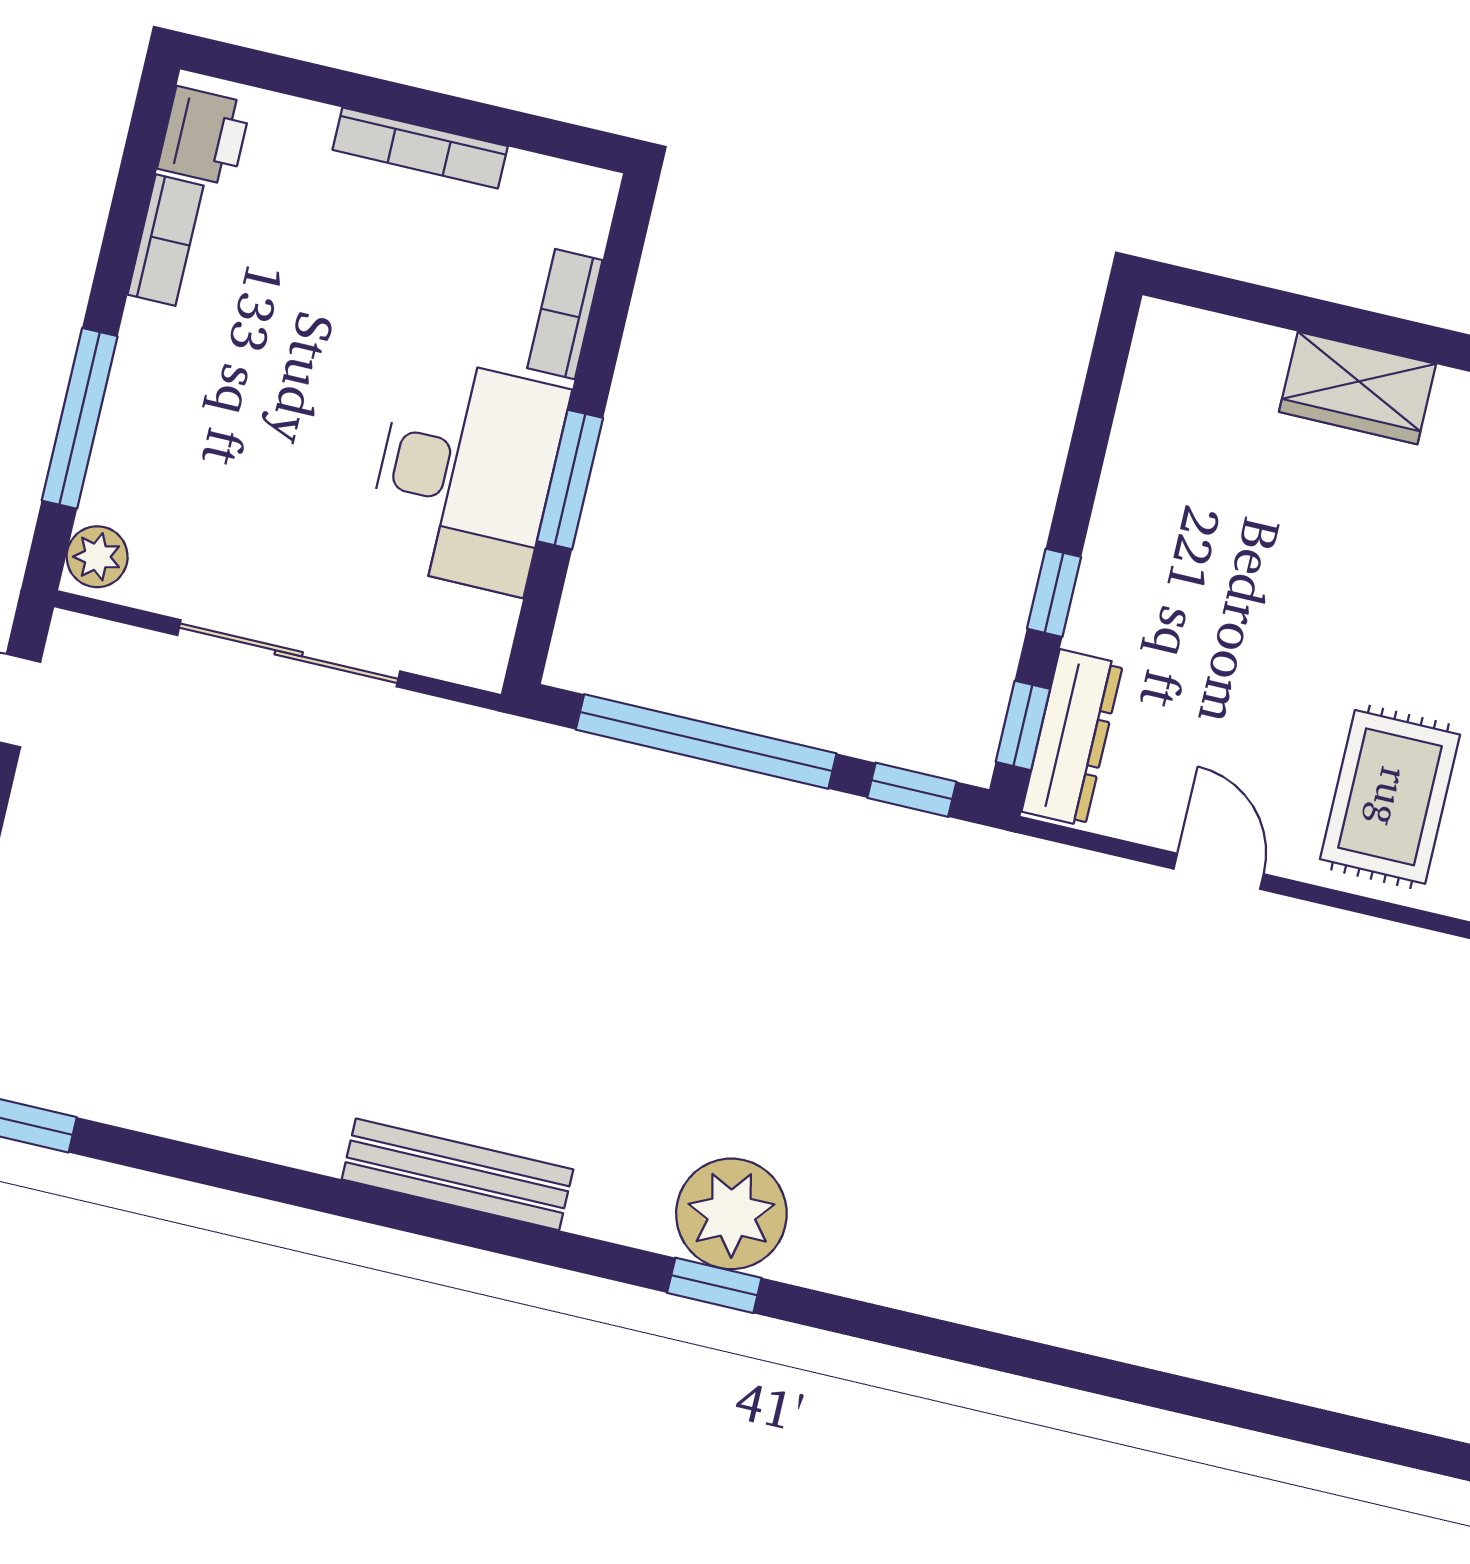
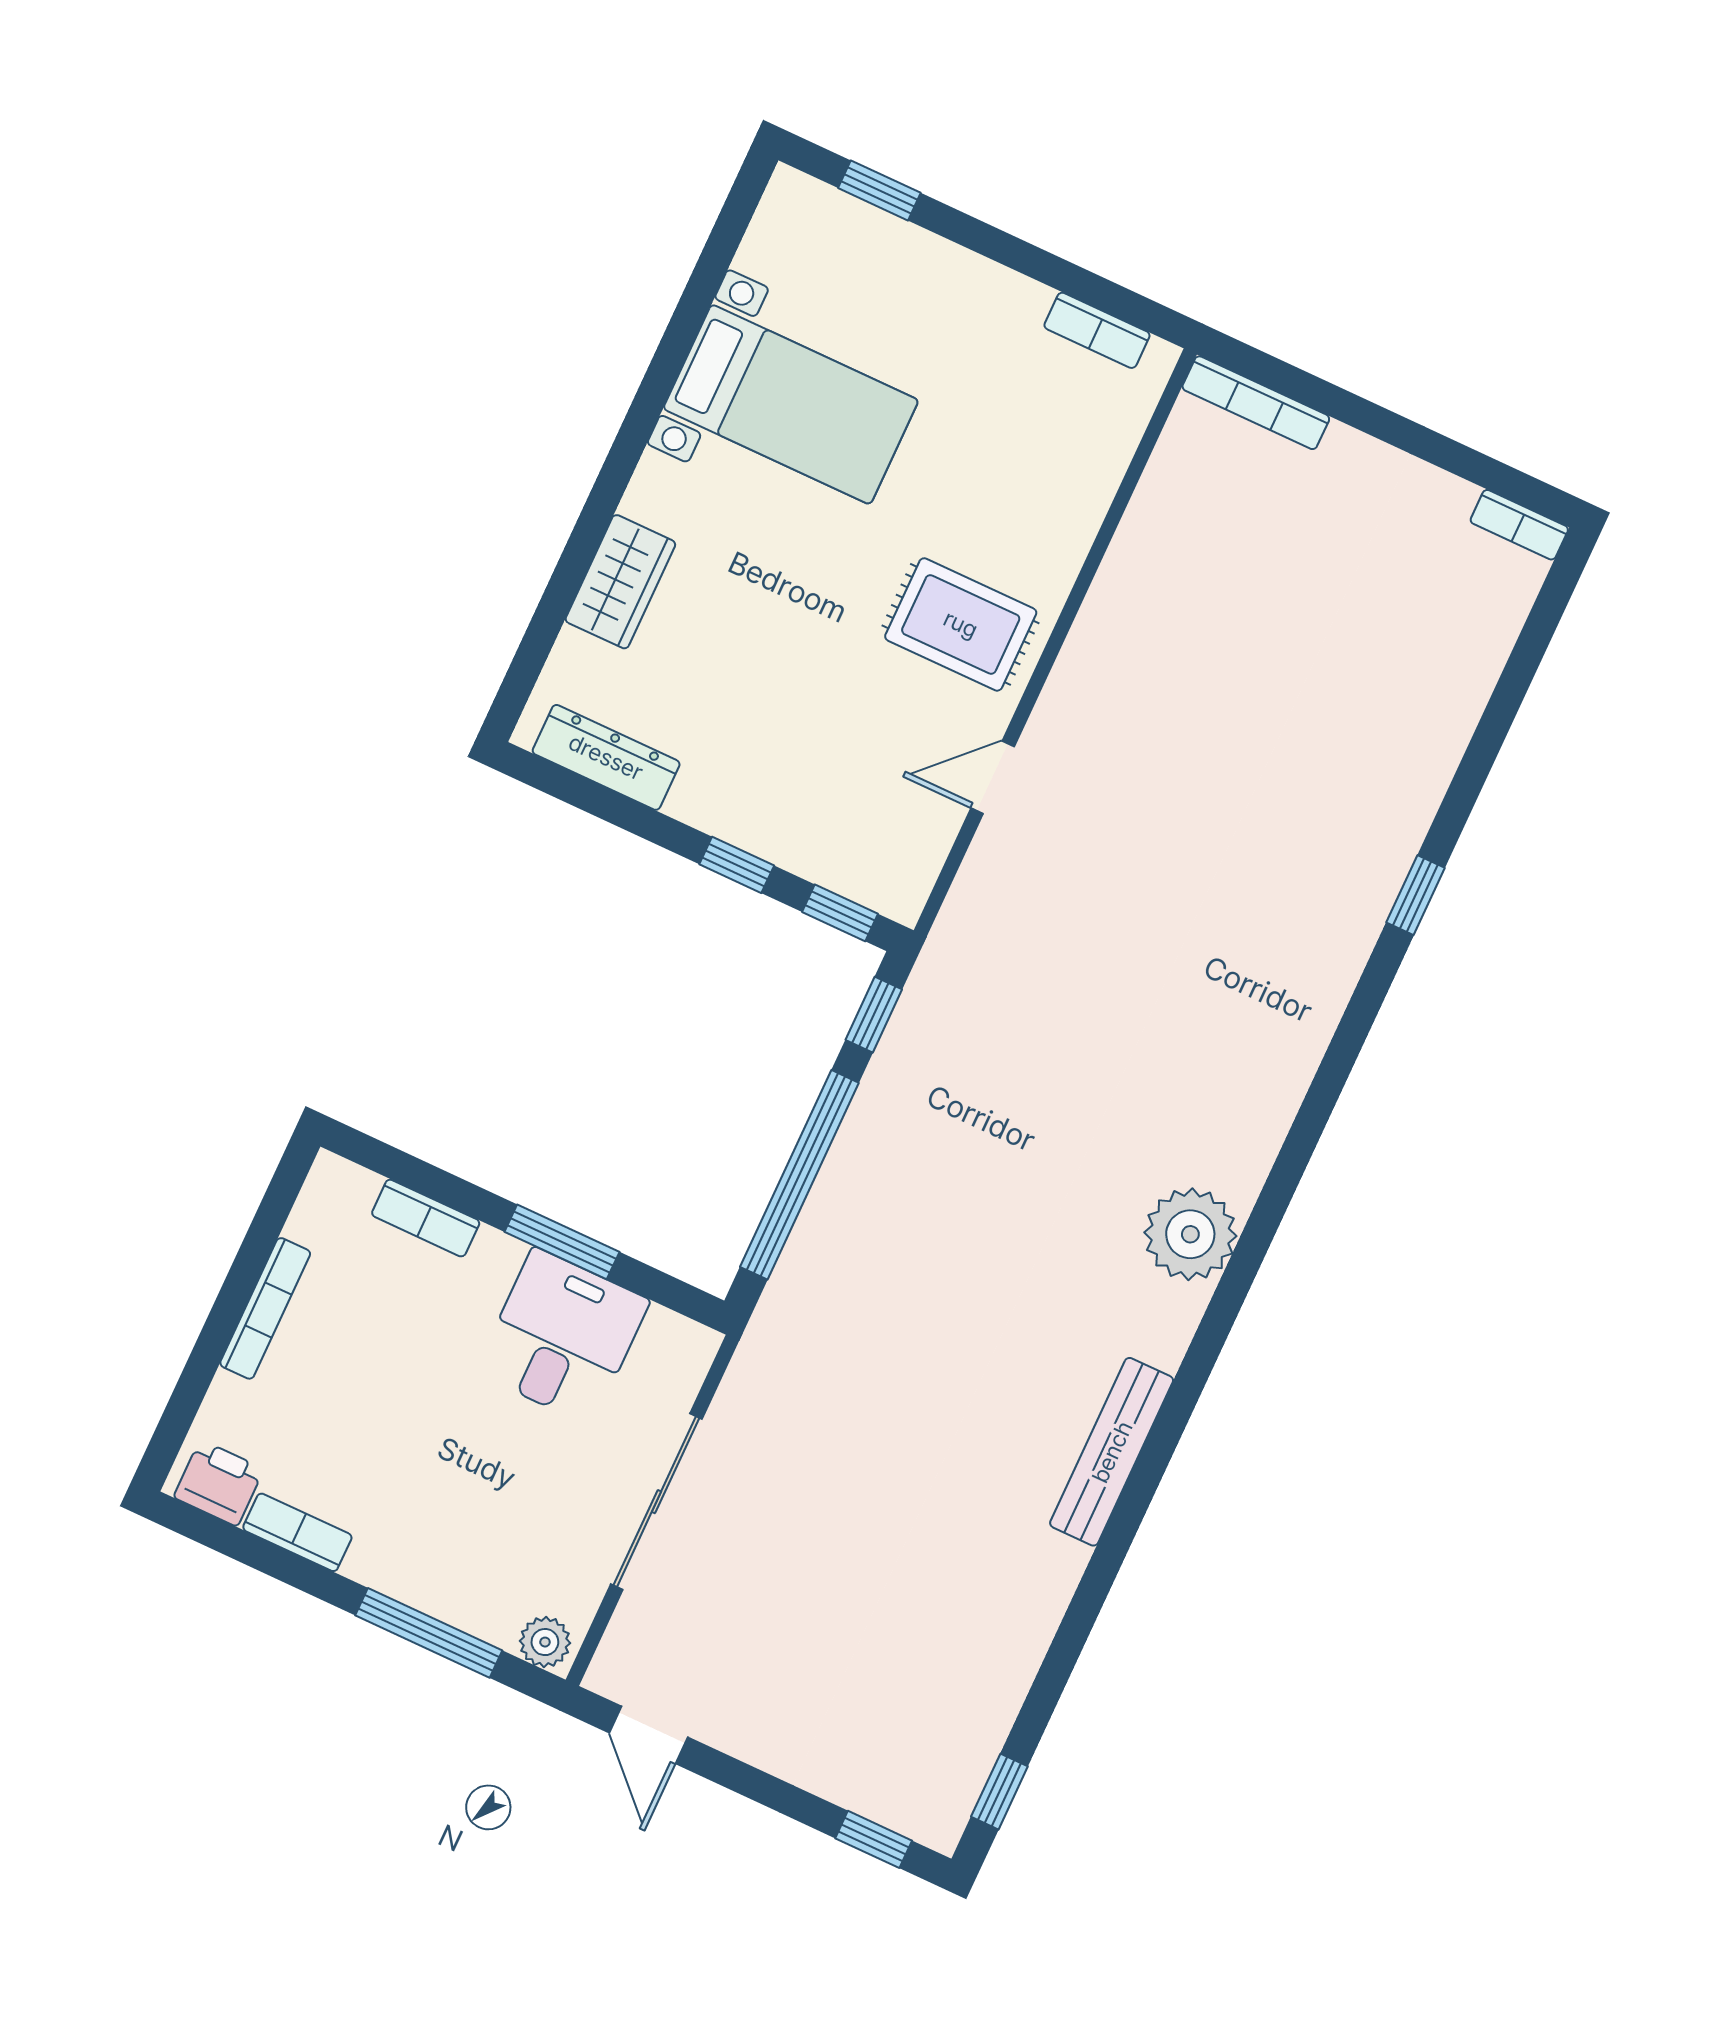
desk: (466, 475) -> (562, 1336), width x0.73
dresser: (1072, 738) -> (606, 757), moved
window: (714, 1285) -> (1415, 895), moved

